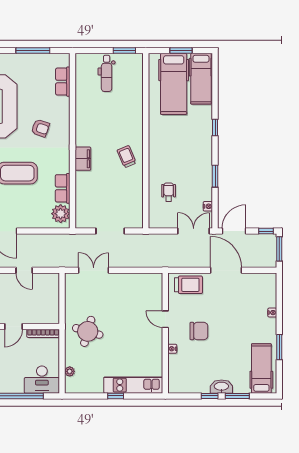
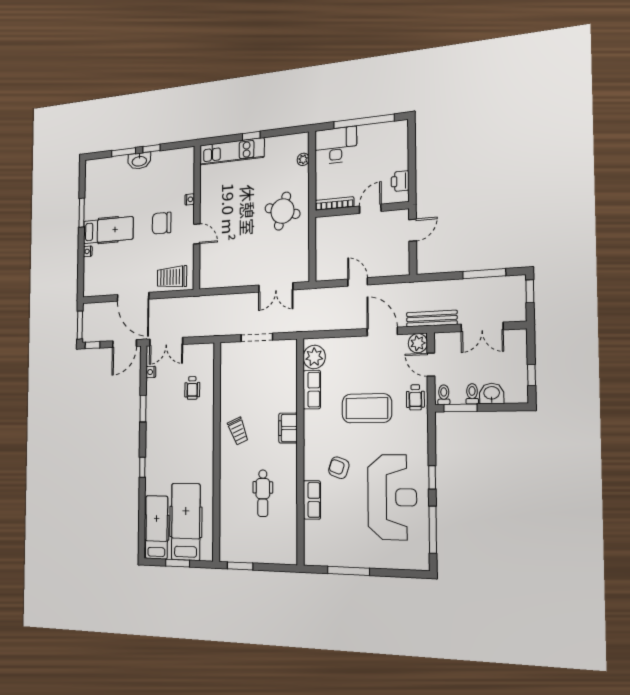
dental chair: (107, 73) -> (263, 493), moved, turned 180
row of seats: (63, 82) -> (312, 500), moved
hospital bed: (261, 369) -> (108, 230), moved, turned -90

